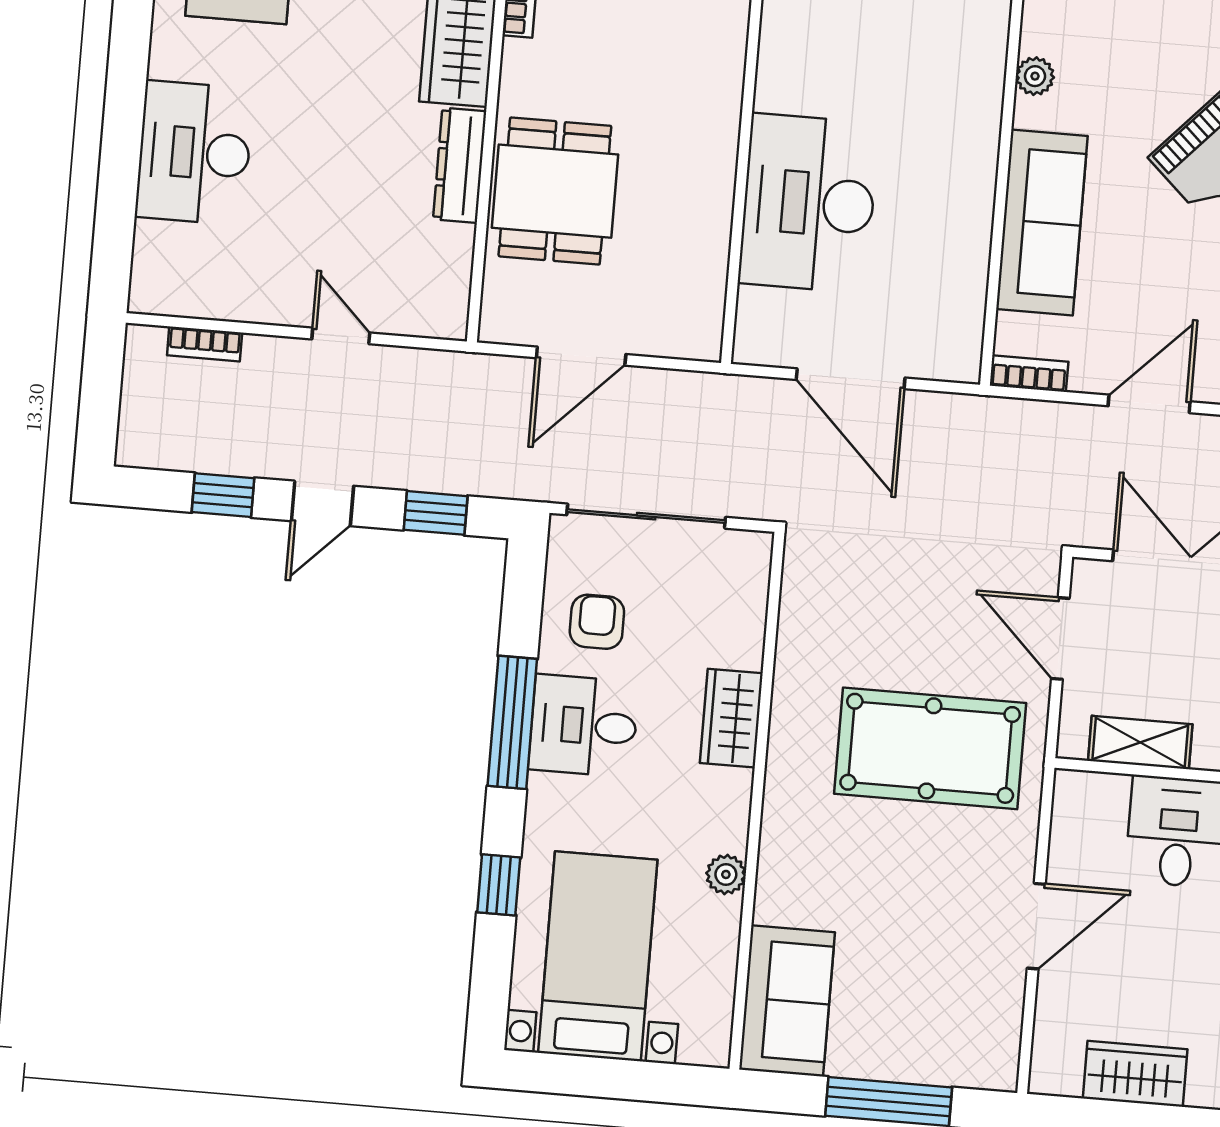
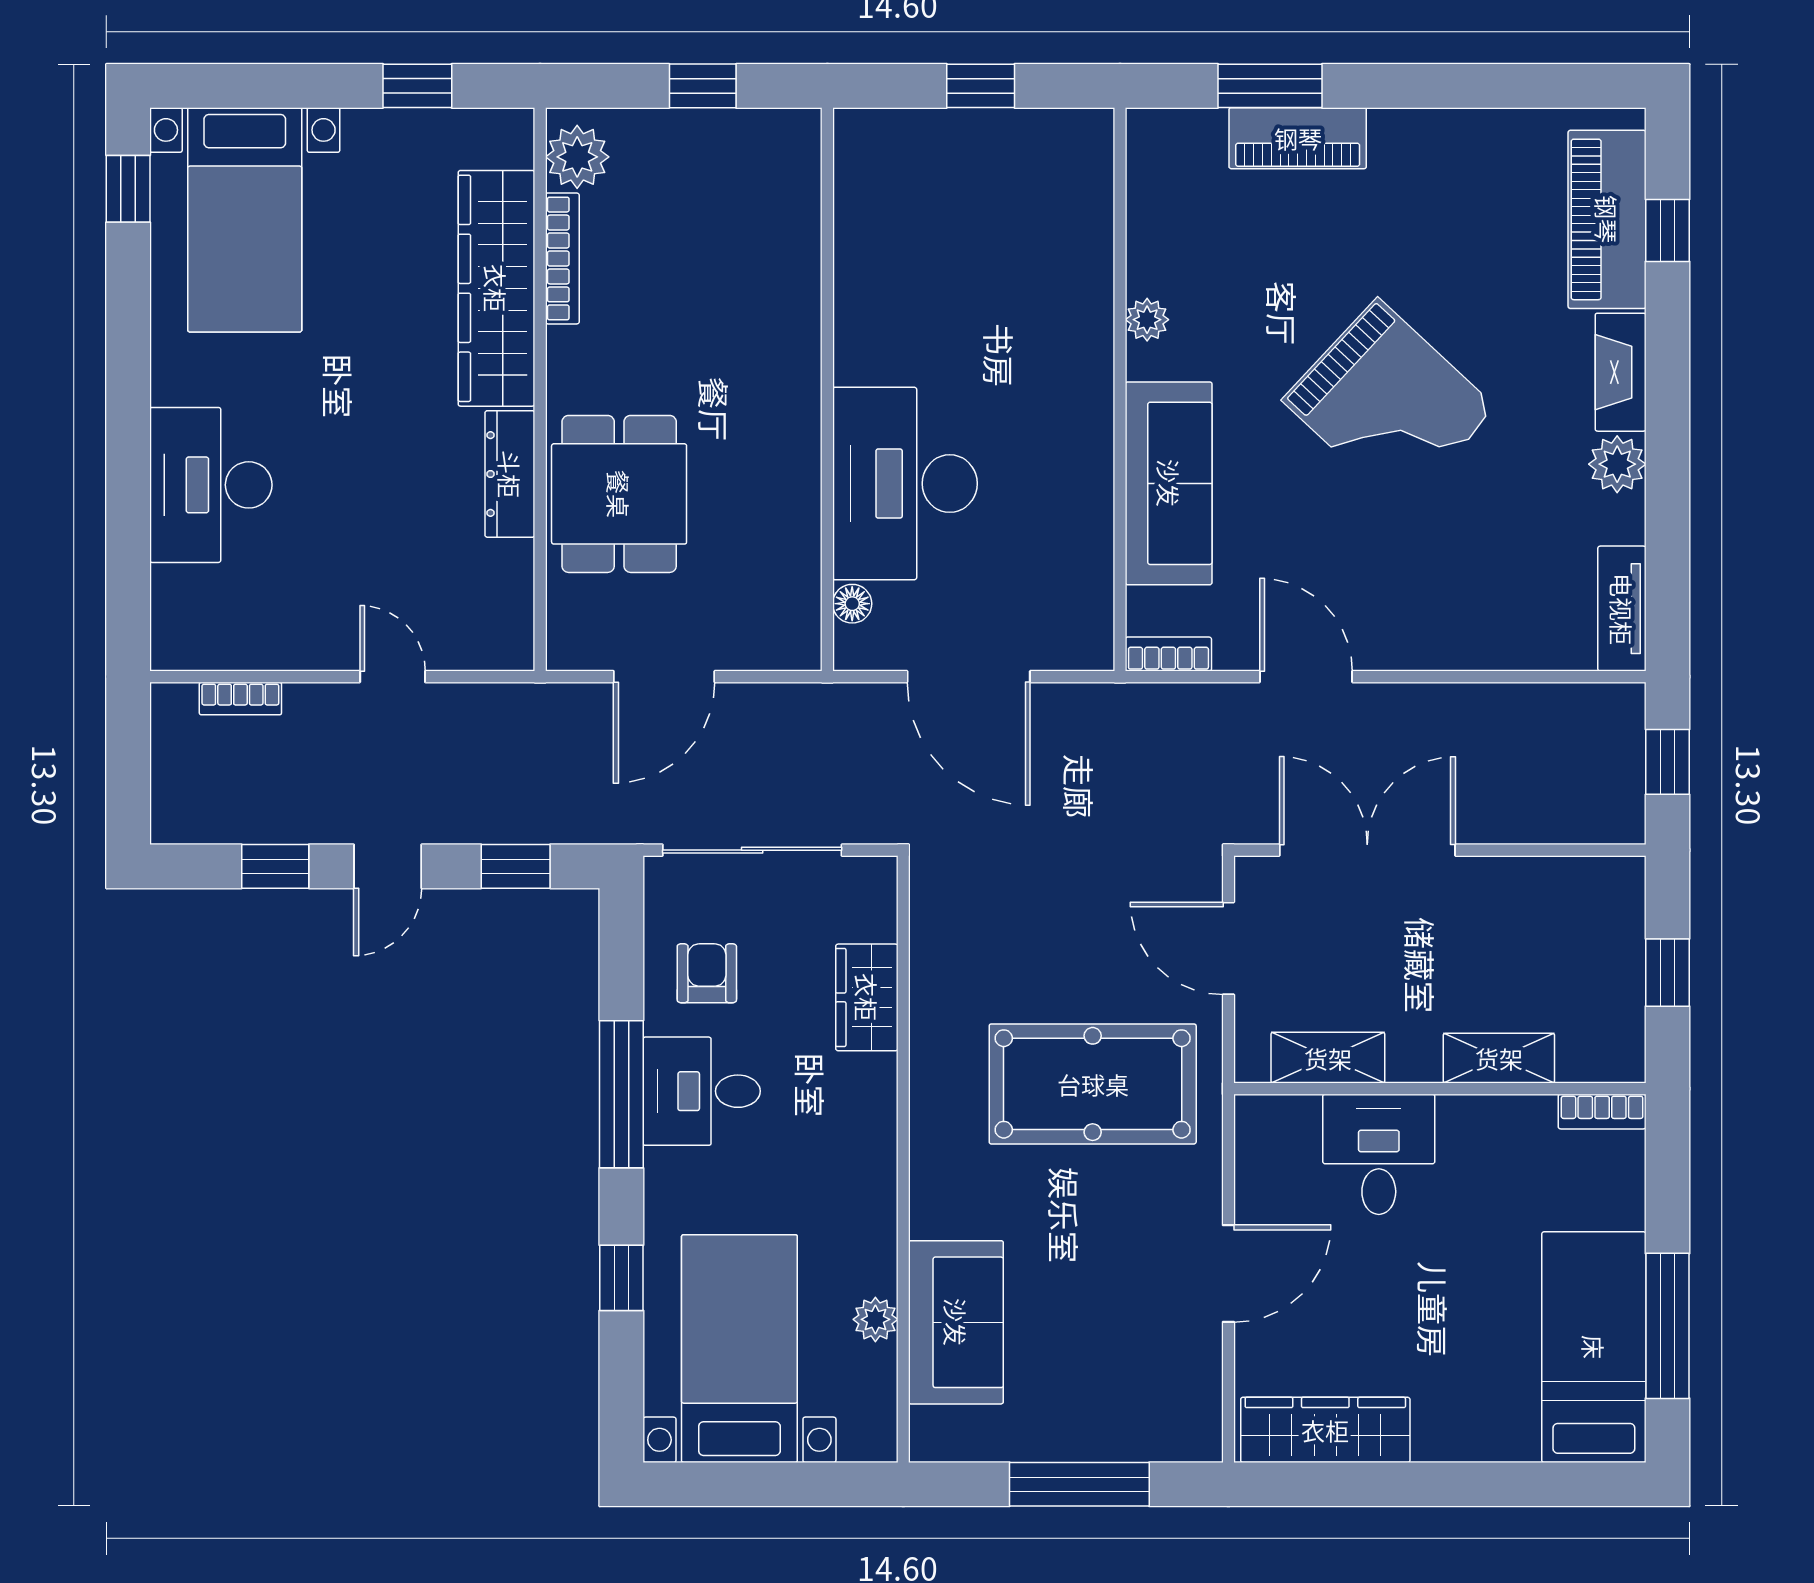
floor lamp: (753, 306) -> (852, 604), added
door: (1149, 404) -> (1306, 677), hinge flipped
wardrobe: (731, 718) -> (867, 997), moved
plant: (726, 874) -> (875, 1319), moved
sofa: (787, 1001) -> (956, 1322), moved
wardrobe: (1135, 1074) -> (1325, 1430), width x1.50

